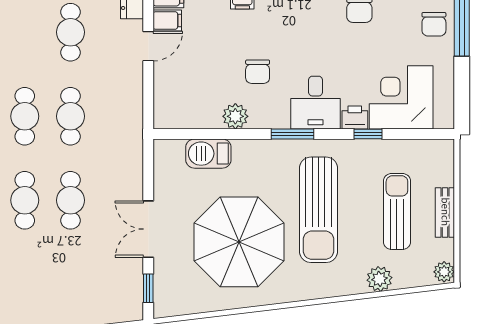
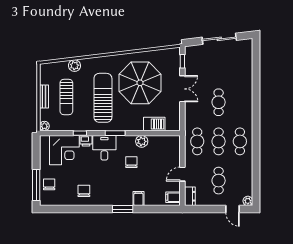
filing cabinet: (167, 20) -> (173, 186), removed
cafe table: (25, 200) -> (197, 141), moved
plant: (444, 272) -> (44, 126), moved

